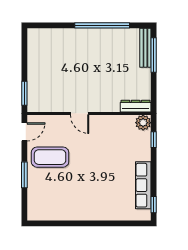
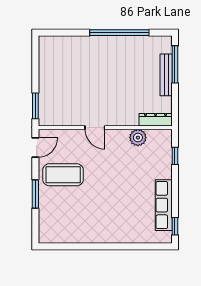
bench: (145, 48) -> (166, 75), moved
plant: (143, 123) -> (138, 138), moved

